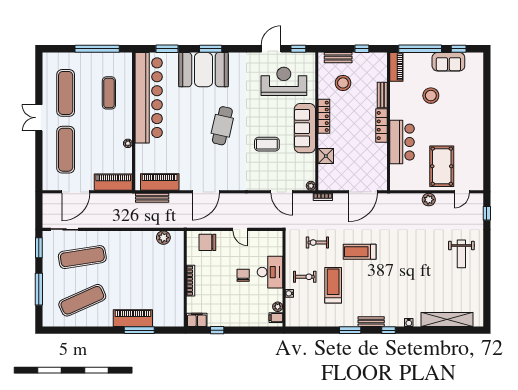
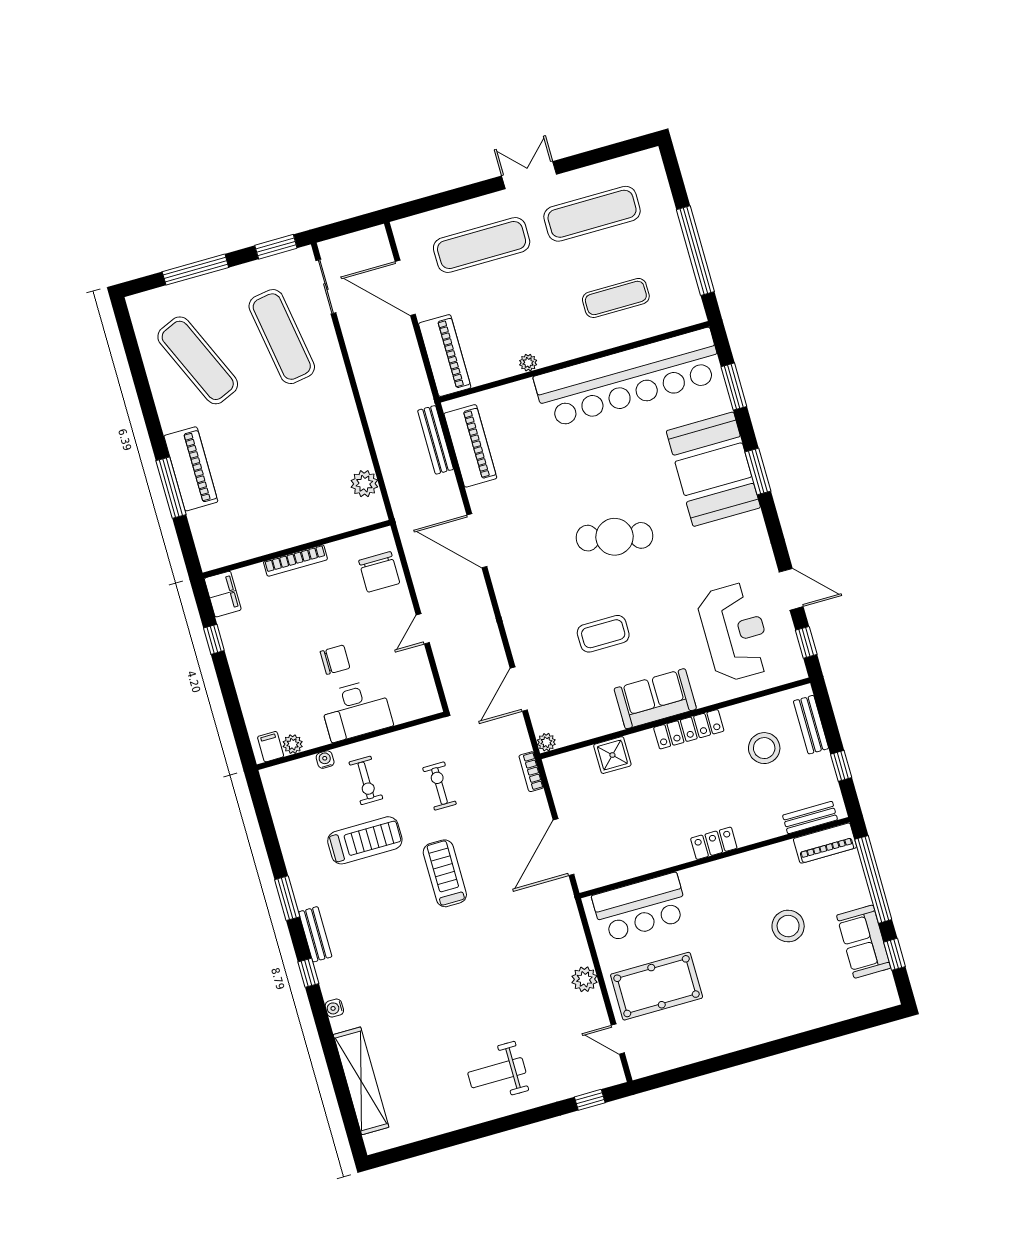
bench: (382, 95) -> (810, 817), moved
locker: (381, 126) -> (714, 843), width x0.66
sofa: (305, 128) -> (655, 699), width x0.73
bar counter: (402, 142) -> (640, 907), moved
coffee table: (267, 144) -> (603, 634), turned 90
door: (363, 192) -> (563, 847), hinge flipped
chair: (207, 242) -> (379, 572), turned 180

